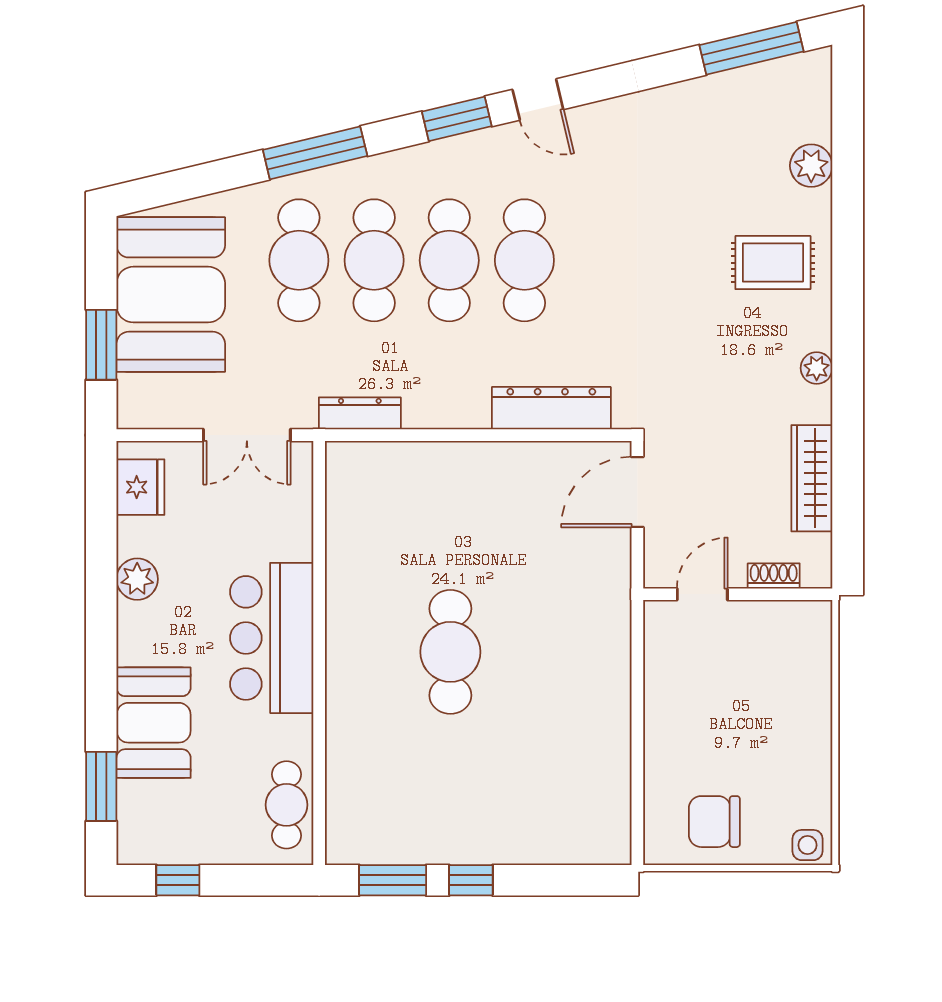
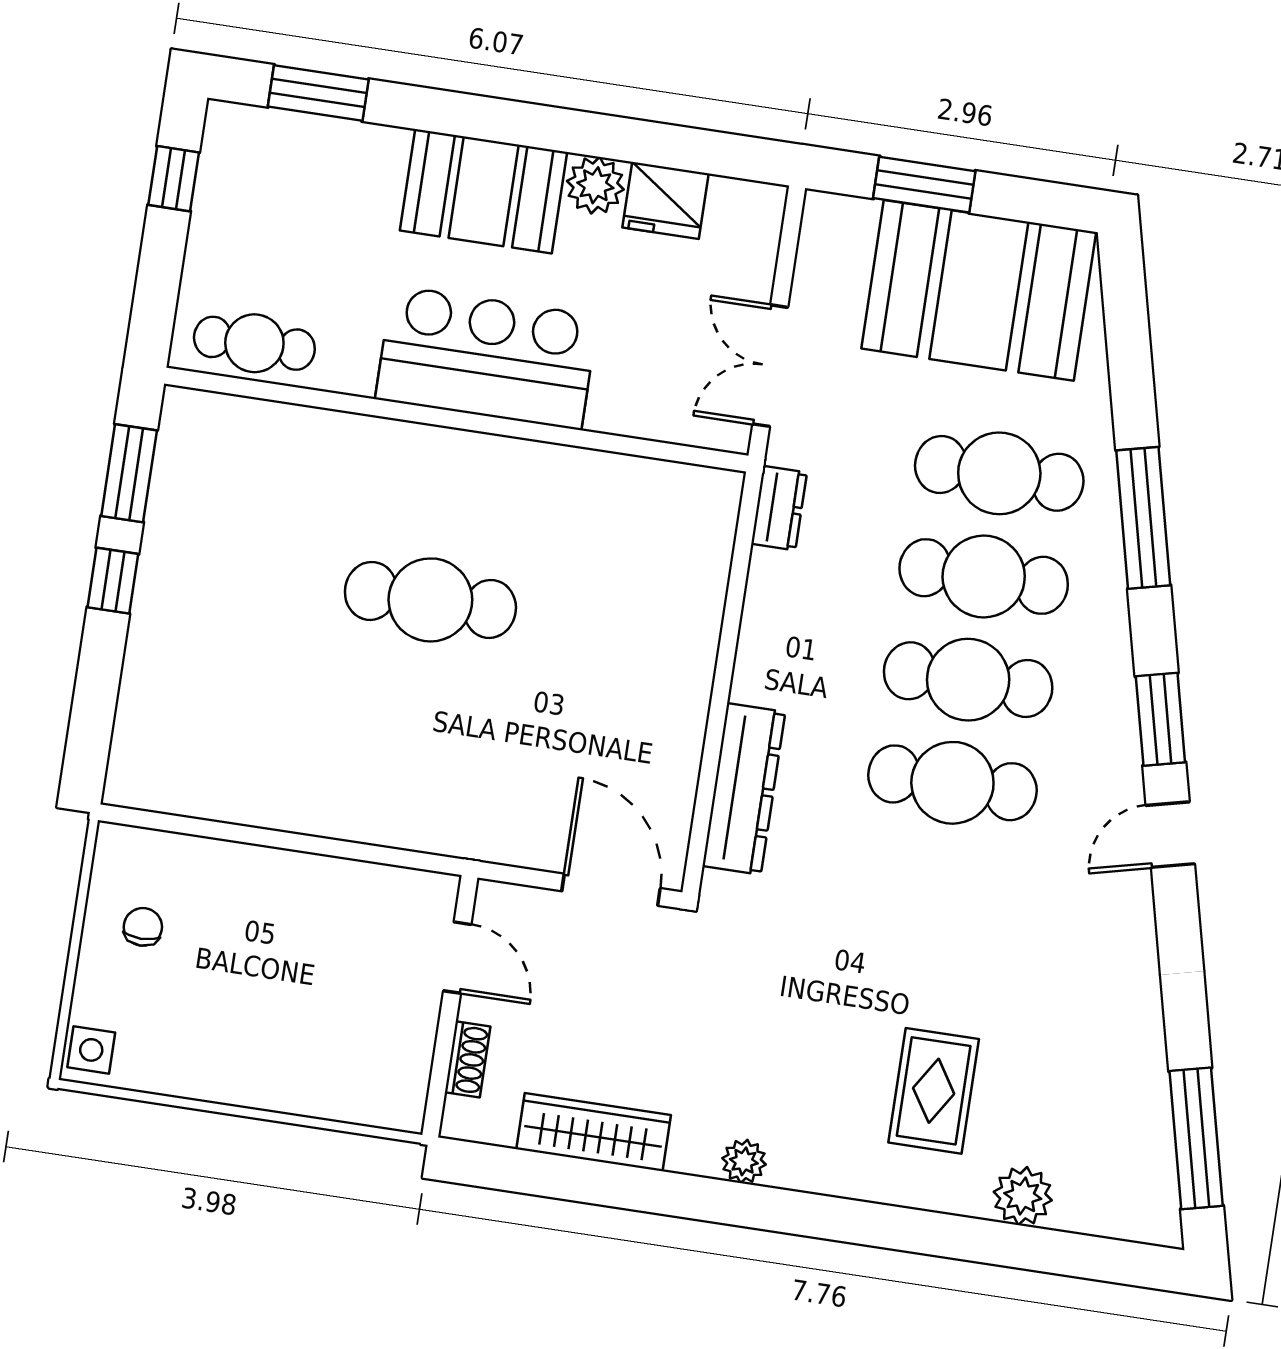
rug: (773, 263) -> (934, 1091), moved
dresser: (360, 413) -> (779, 508), width x0.70
fridge: (140, 487) -> (666, 200), moved
booth: (154, 723) -> (484, 191), moved
chair: (714, 822) -> (143, 927), width x0.54, depth x0.54

